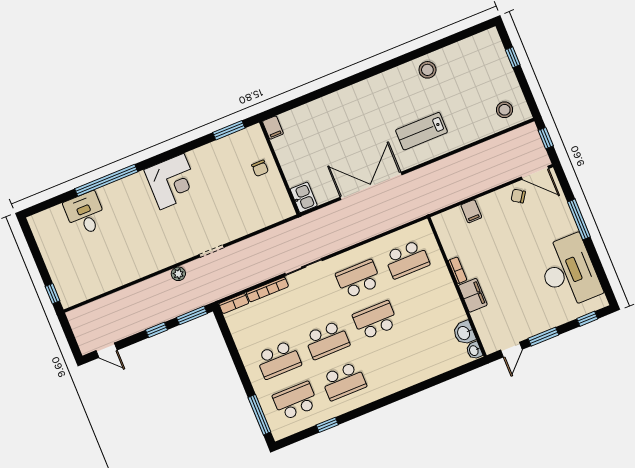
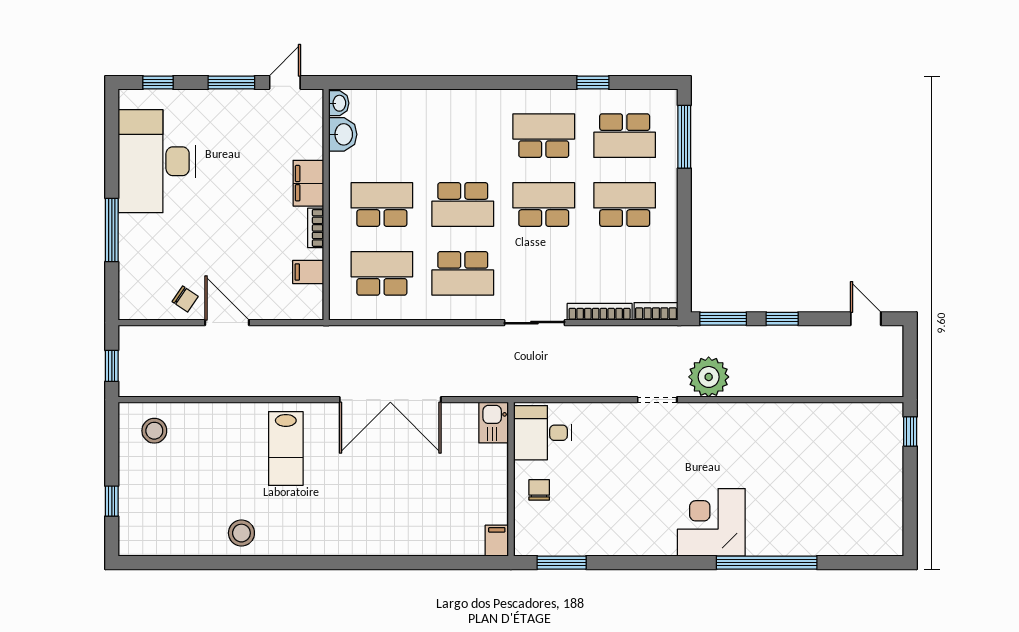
lab bench: (422, 131) -> (286, 449), turned 90
door: (535, 173) -> (227, 323), moved
corner desk: (172, 182) -> (711, 522), moved
filing cabinet: (471, 211) -> (308, 272), moved, turned -90
desk: (85, 214) -> (543, 433), moved, turned 90
plant: (178, 274) -> (709, 377), width x1.88, depth x1.88
school desk: (424, 300) -> (382, 204), added

